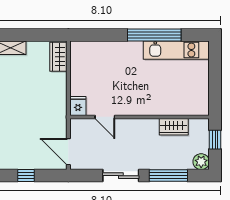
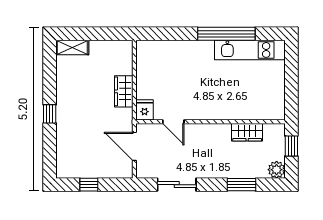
wardrobe: (58, 57) -> (124, 91), moved
door: (68, 152) -> (134, 146), moved
sliding door: (121, 176) -> (177, 185), moved
window: (168, 176) -> (241, 185), width x0.69

